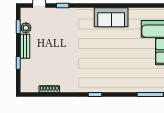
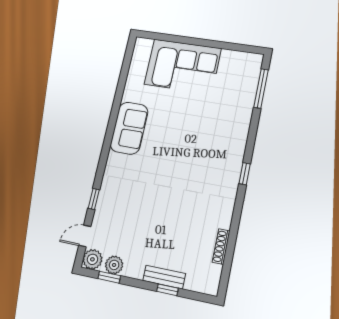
plant: (27, 14) -> (92, 259), added
bench: (25, 46) -> (164, 277), moved

